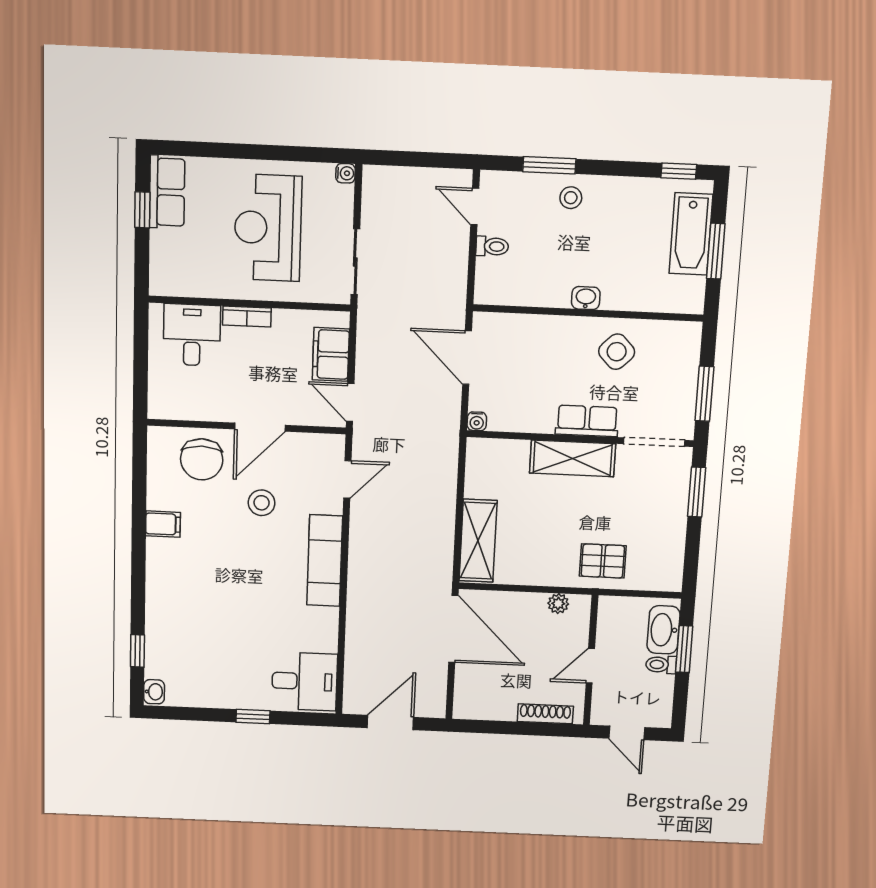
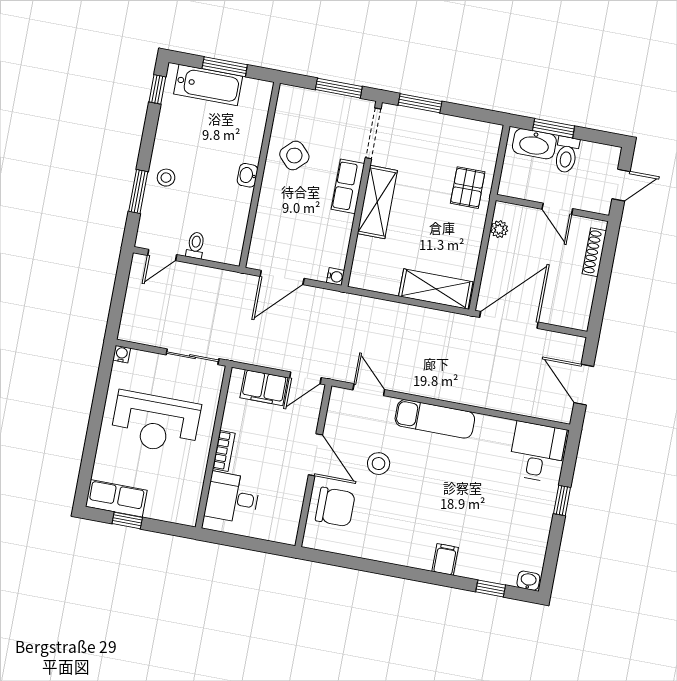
filing cabinet: (163, 524) -> (445, 559), moved
toilet: (661, 665) -> (567, 155), width x1.37, depth x1.39

